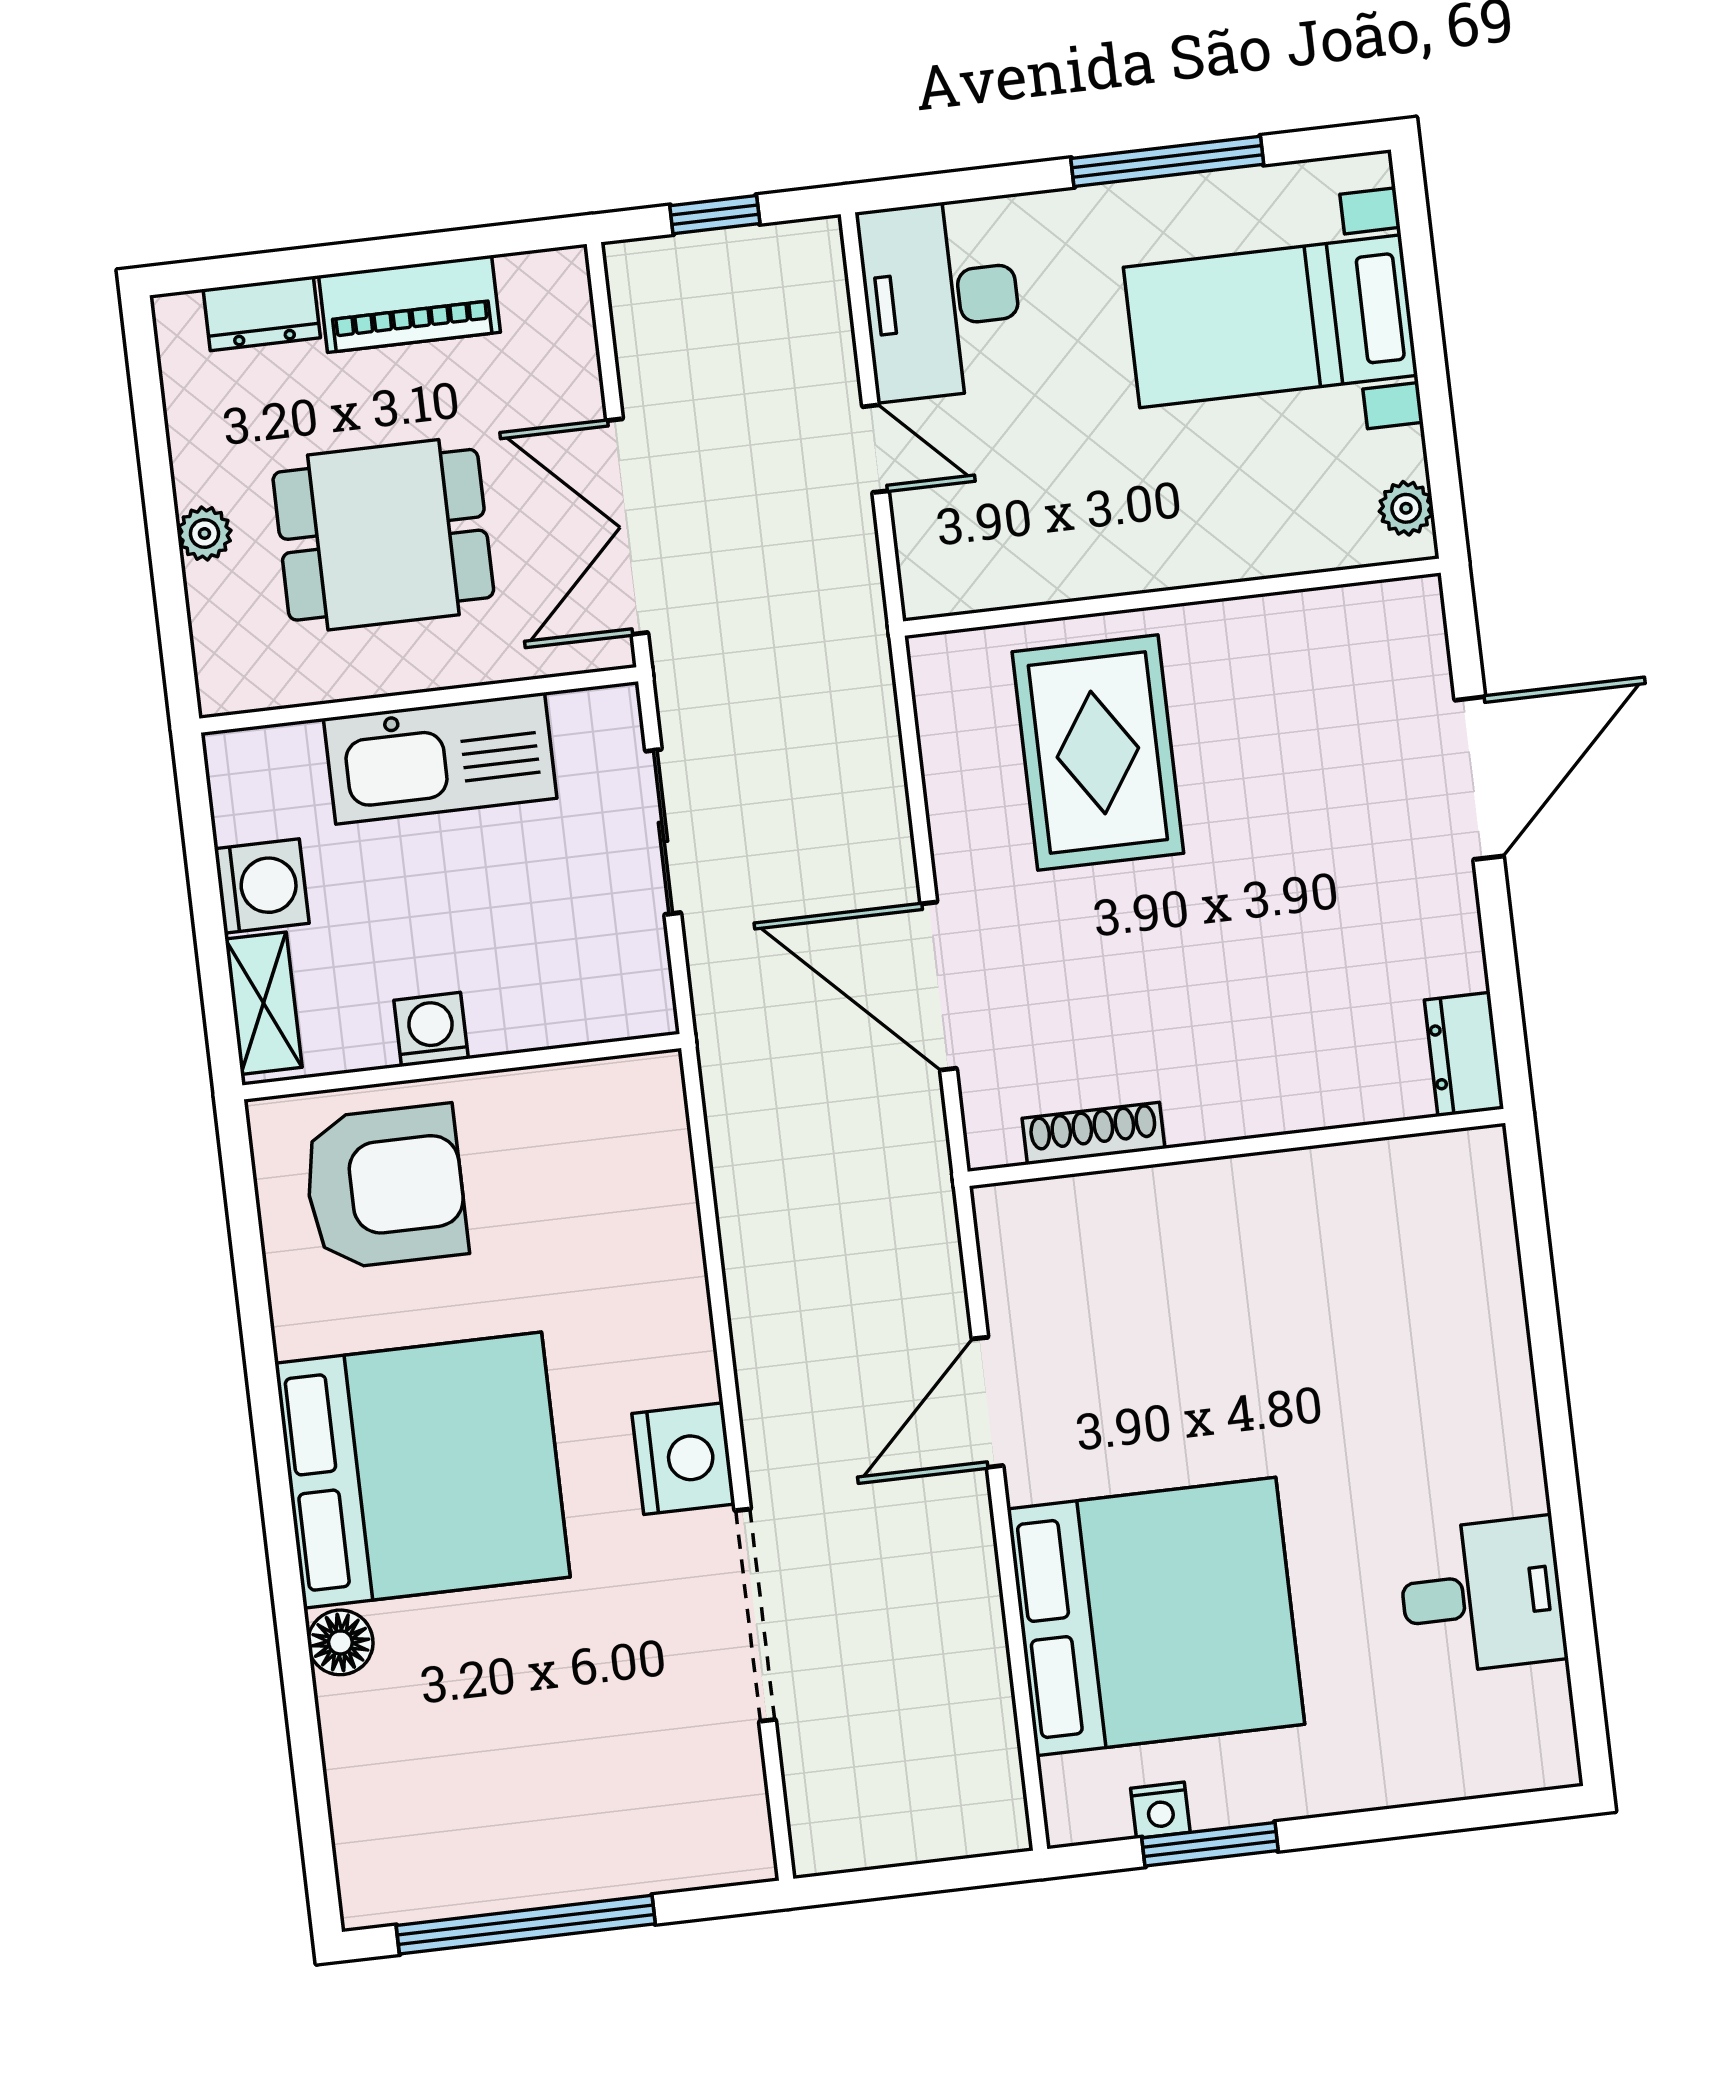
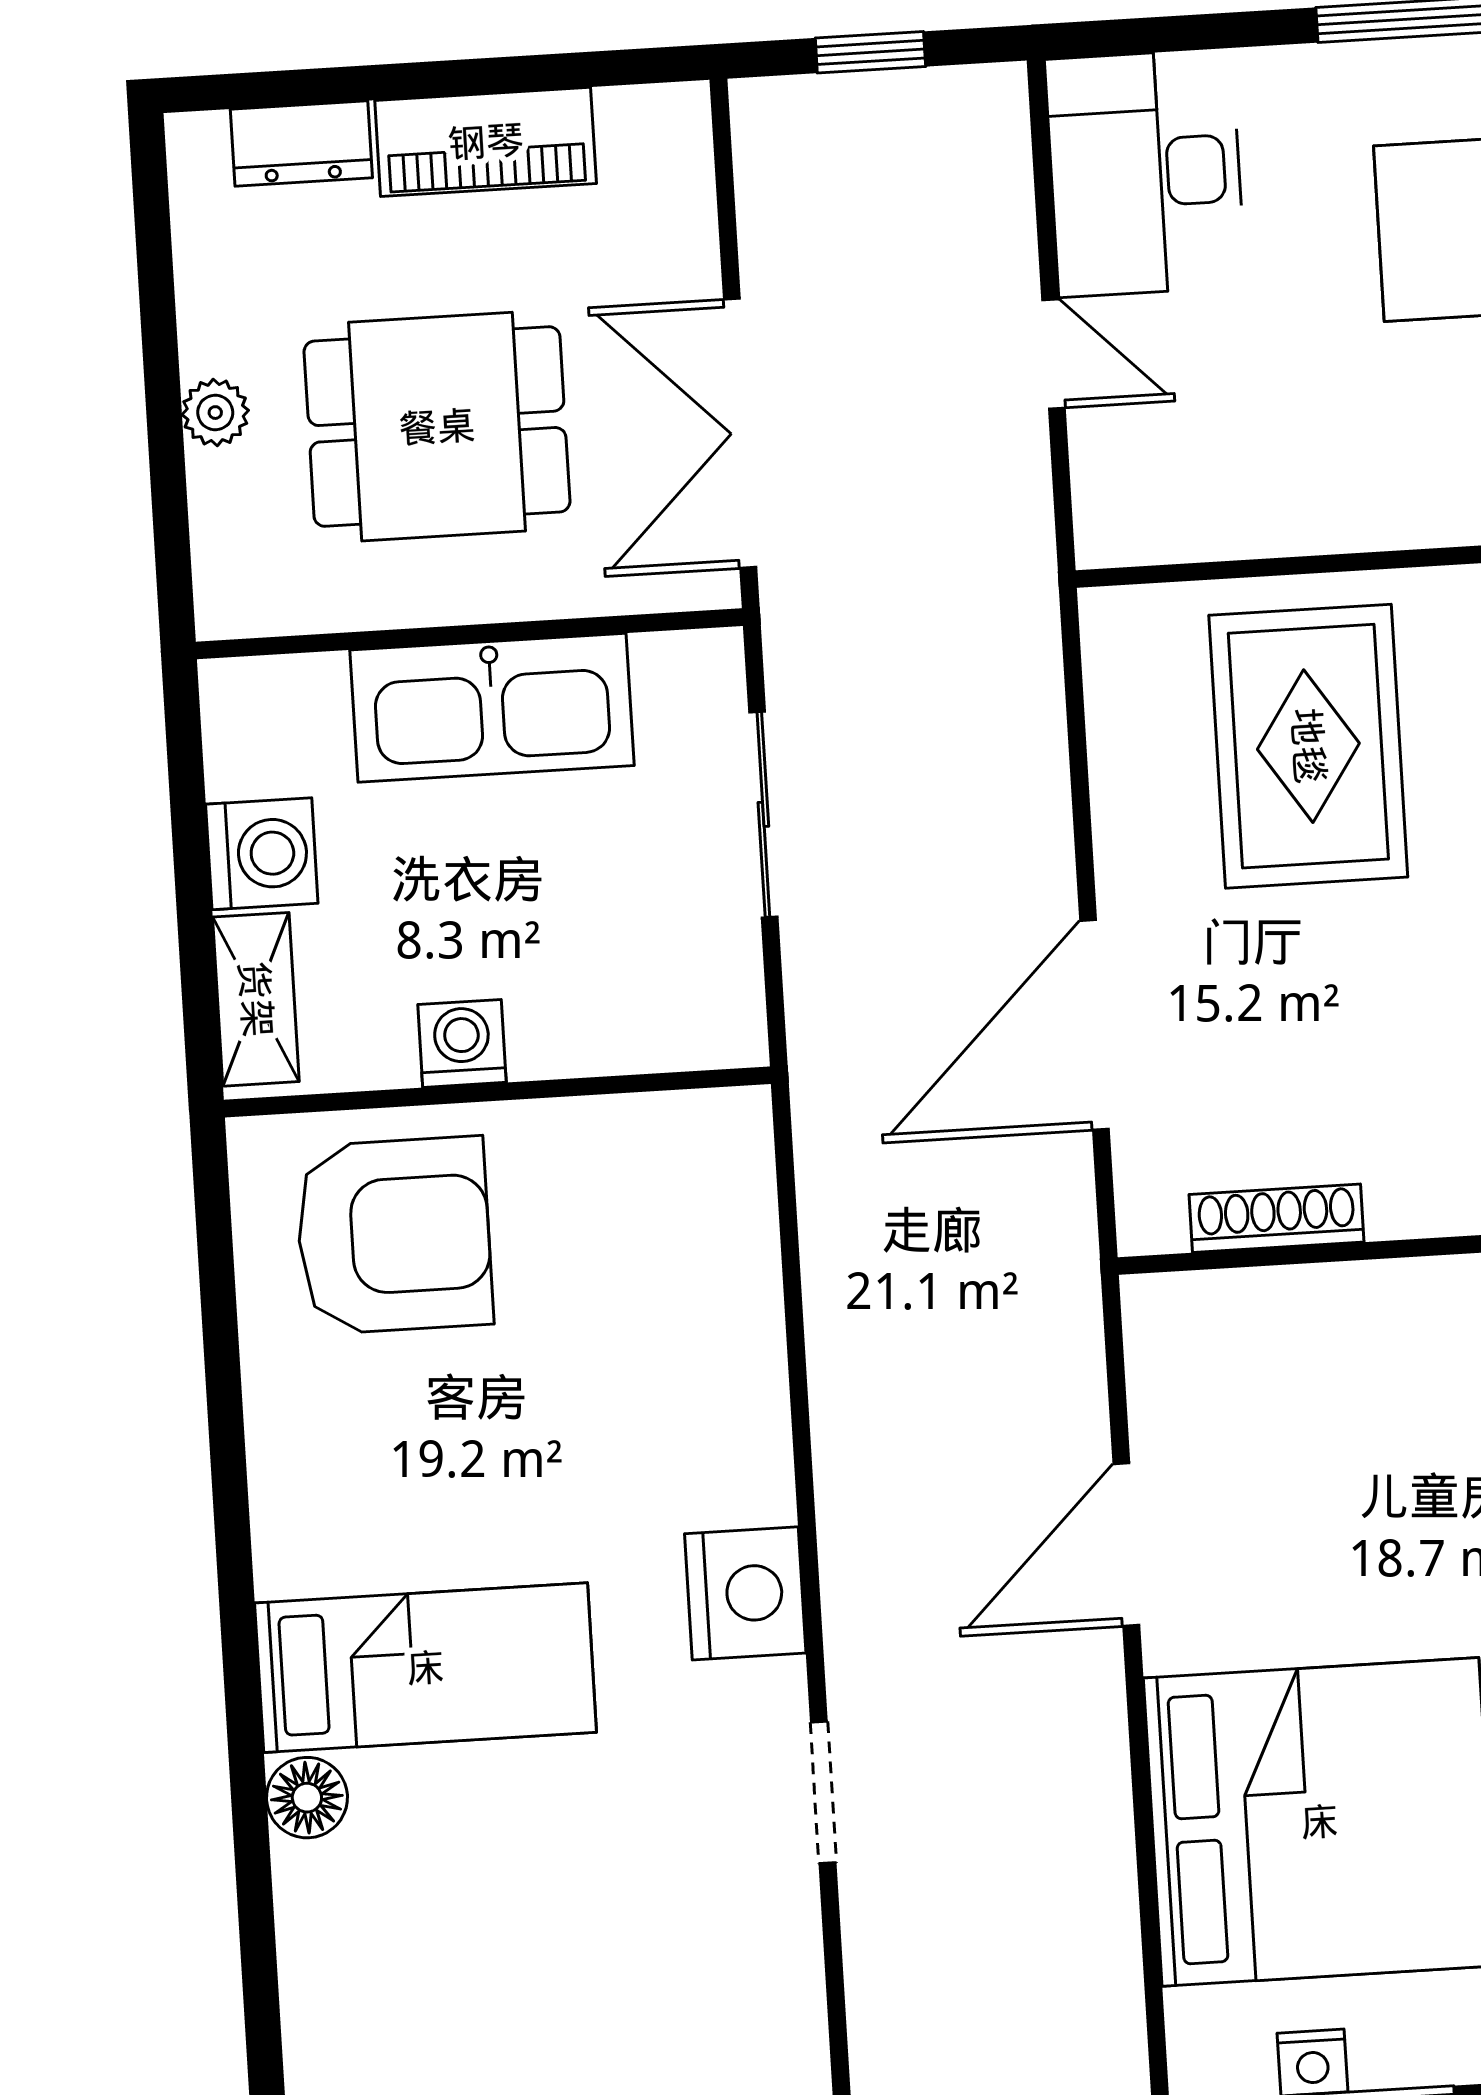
door: (939, 986) -> (1095, 1025), hinge flipped
bed: (423, 1470) -> (426, 1668), width x0.49
doorway: (755, 1615) -> (823, 1793), width x0.53

